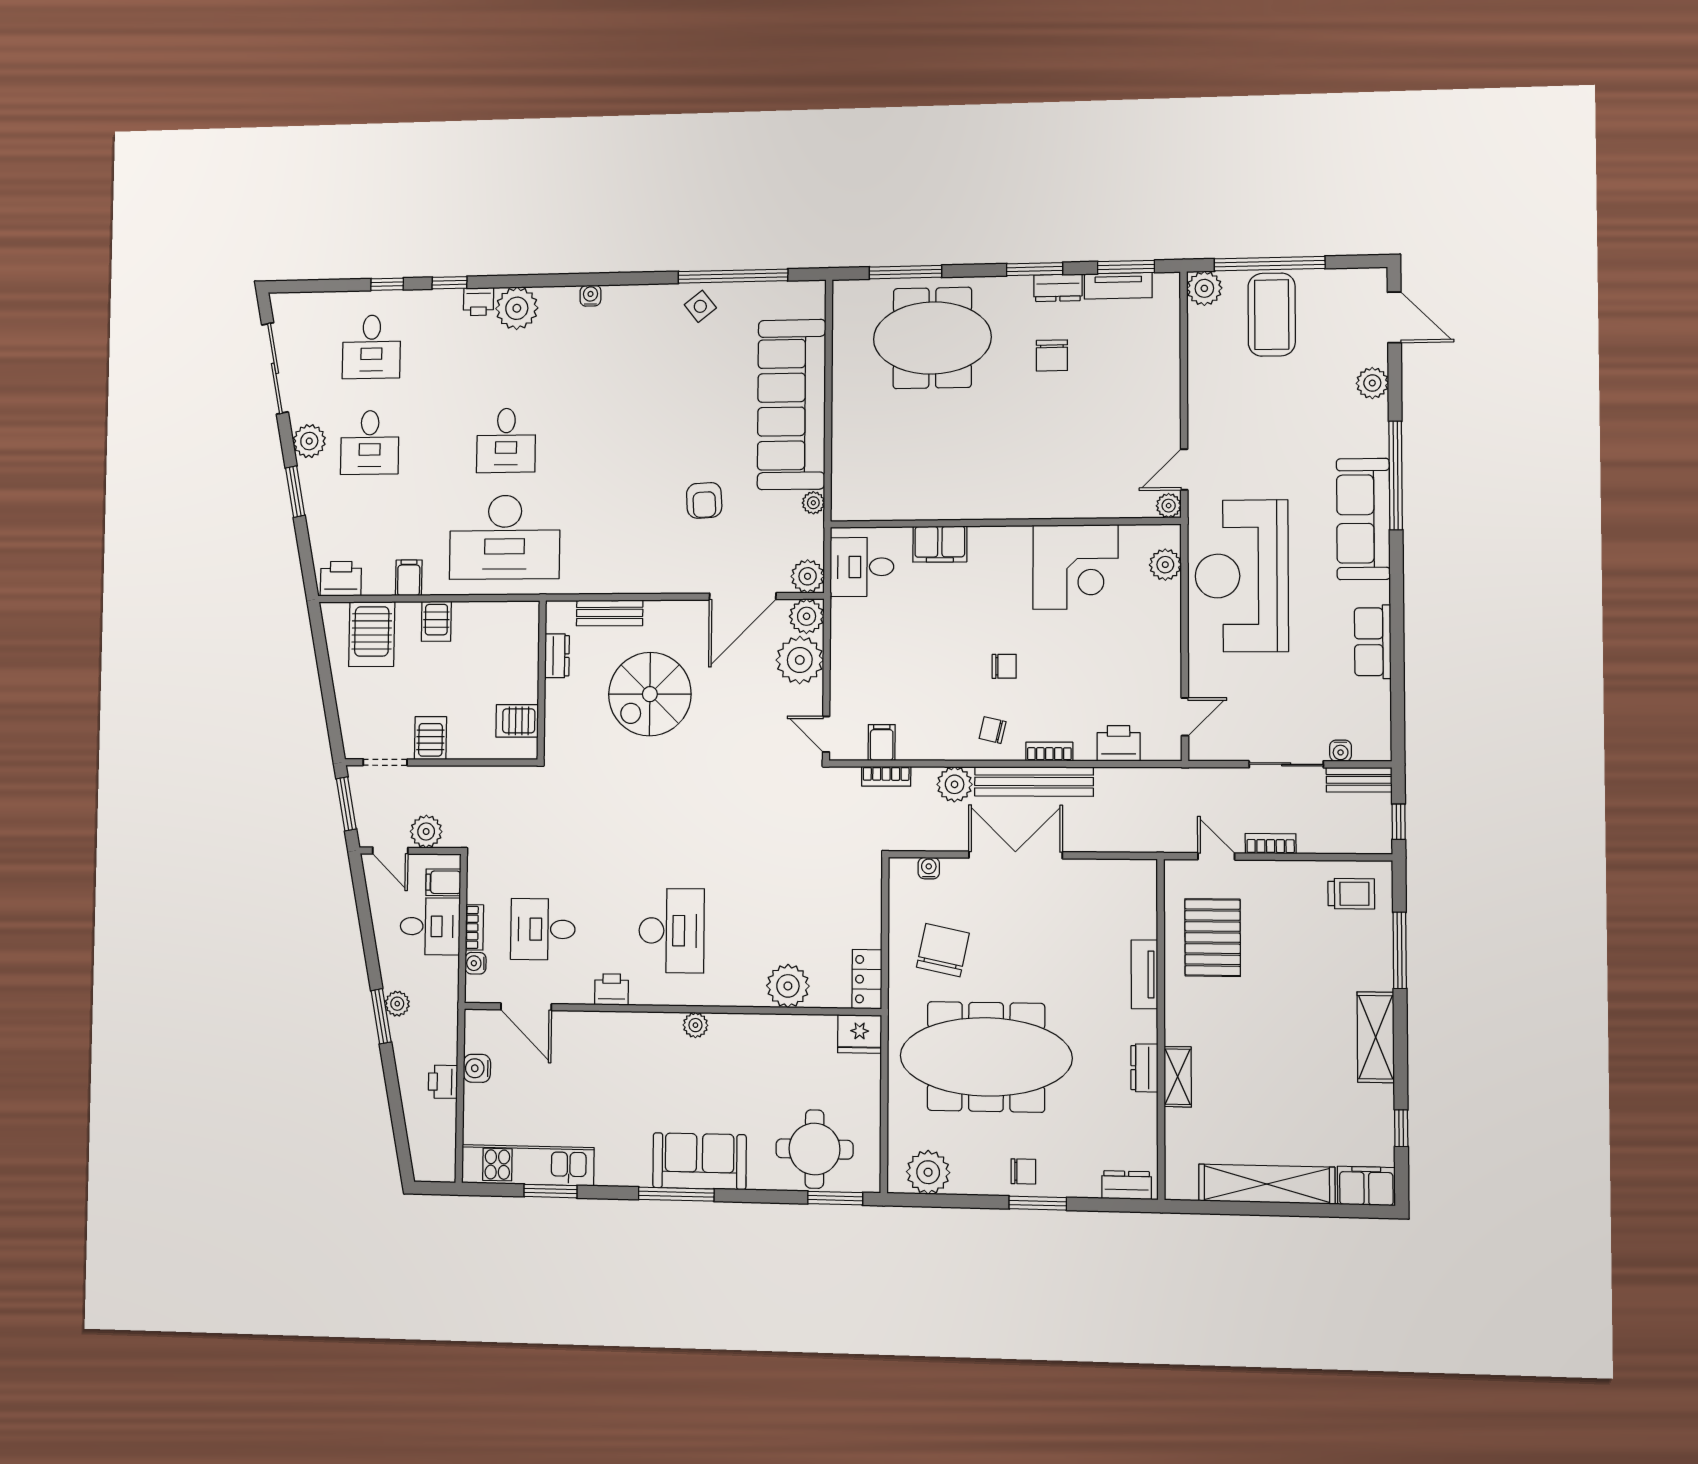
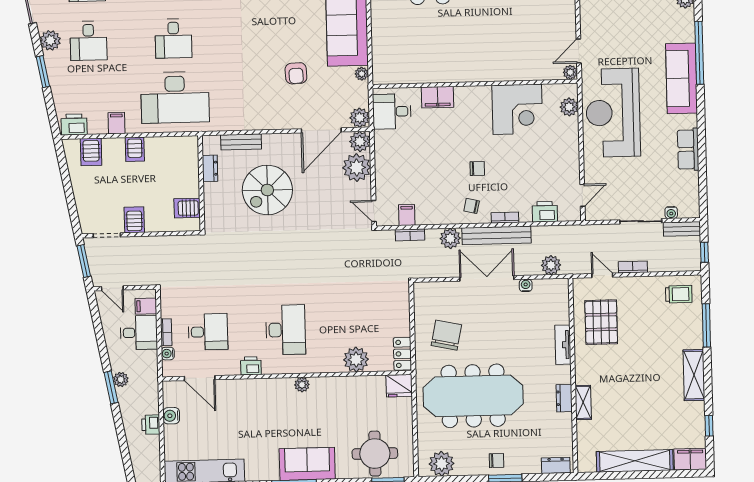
server rack: (372, 634) -> (91, 152), width x0.73, depth x0.70
plant: (426, 832) -> (551, 265), moved
water cooler: (929, 868) -> (526, 285), moved
desk: (543, 929) -> (208, 332), turned 180

